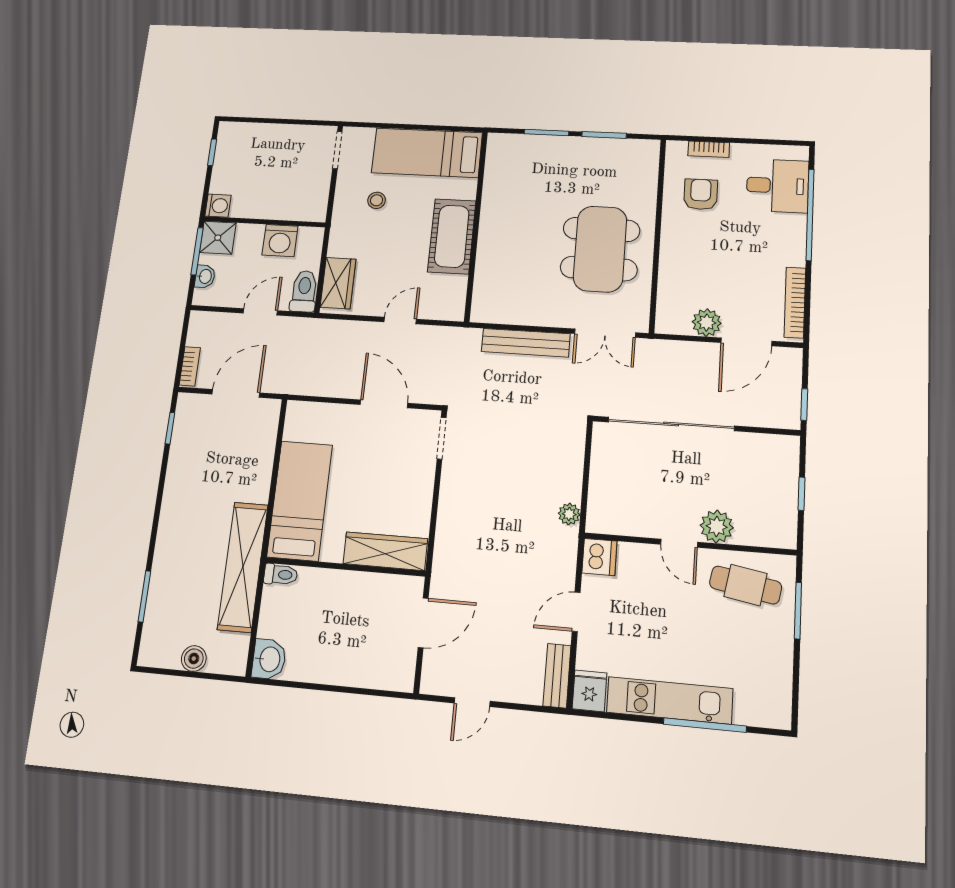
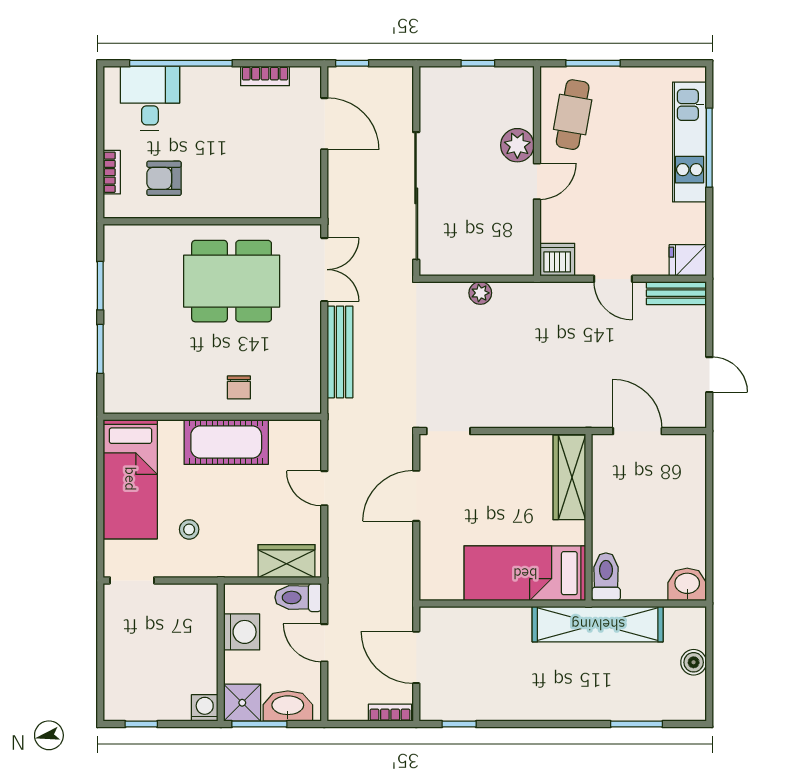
chair: (501, 250) -> (239, 387), added
washbasin: (205, 276) -> (288, 706), width x1.91, depth x1.45
bookcase: (795, 302) -> (265, 76), width x0.64
plant: (707, 323) -> (306, 165), removed
window: (804, 405) -> (352, 63), moved
plant: (569, 514) -> (480, 293), moved
toilet: (281, 574) -> (606, 577), width x1.37, depth x1.39
kitchen unit: (670, 700) -> (690, 142), moved

